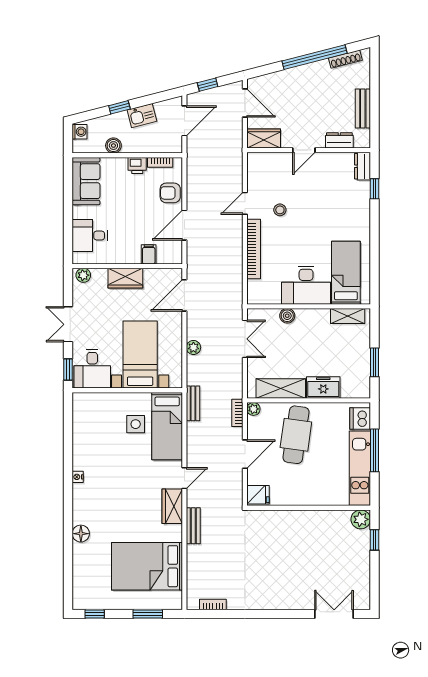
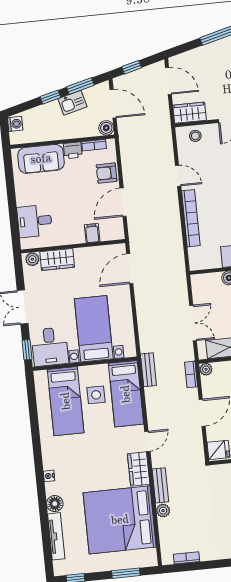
window: (152, 99) -> (80, 86), added
door: (184, 121) -> (113, 104), hinge flipped
boiler: (113, 146) -> (106, 128), moved
sofa: (86, 181) -> (41, 159), moved, turned 90
door: (245, 203) -> (178, 176), swing flipped
stool: (280, 210) -> (195, 136), moved
wardrobe: (125, 278) -> (57, 259), moved
double door: (245, 339) -> (193, 323), moved
plant: (193, 347) -> (163, 511), moved
bed: (103, 427) -> (66, 401), added
nightstand: (78, 477) -> (49, 476), moved
bed: (147, 566) -> (120, 520), width x1.36
tv unit: (79, 568) -> (56, 536), added

